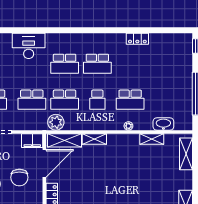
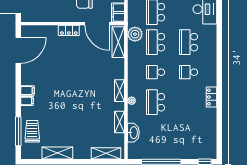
locker: (137, 39) -> (211, 97), moved
school desk: (97, 64) -> (189, 72), width x0.54
shelving: (94, 139) -> (120, 91), moved

